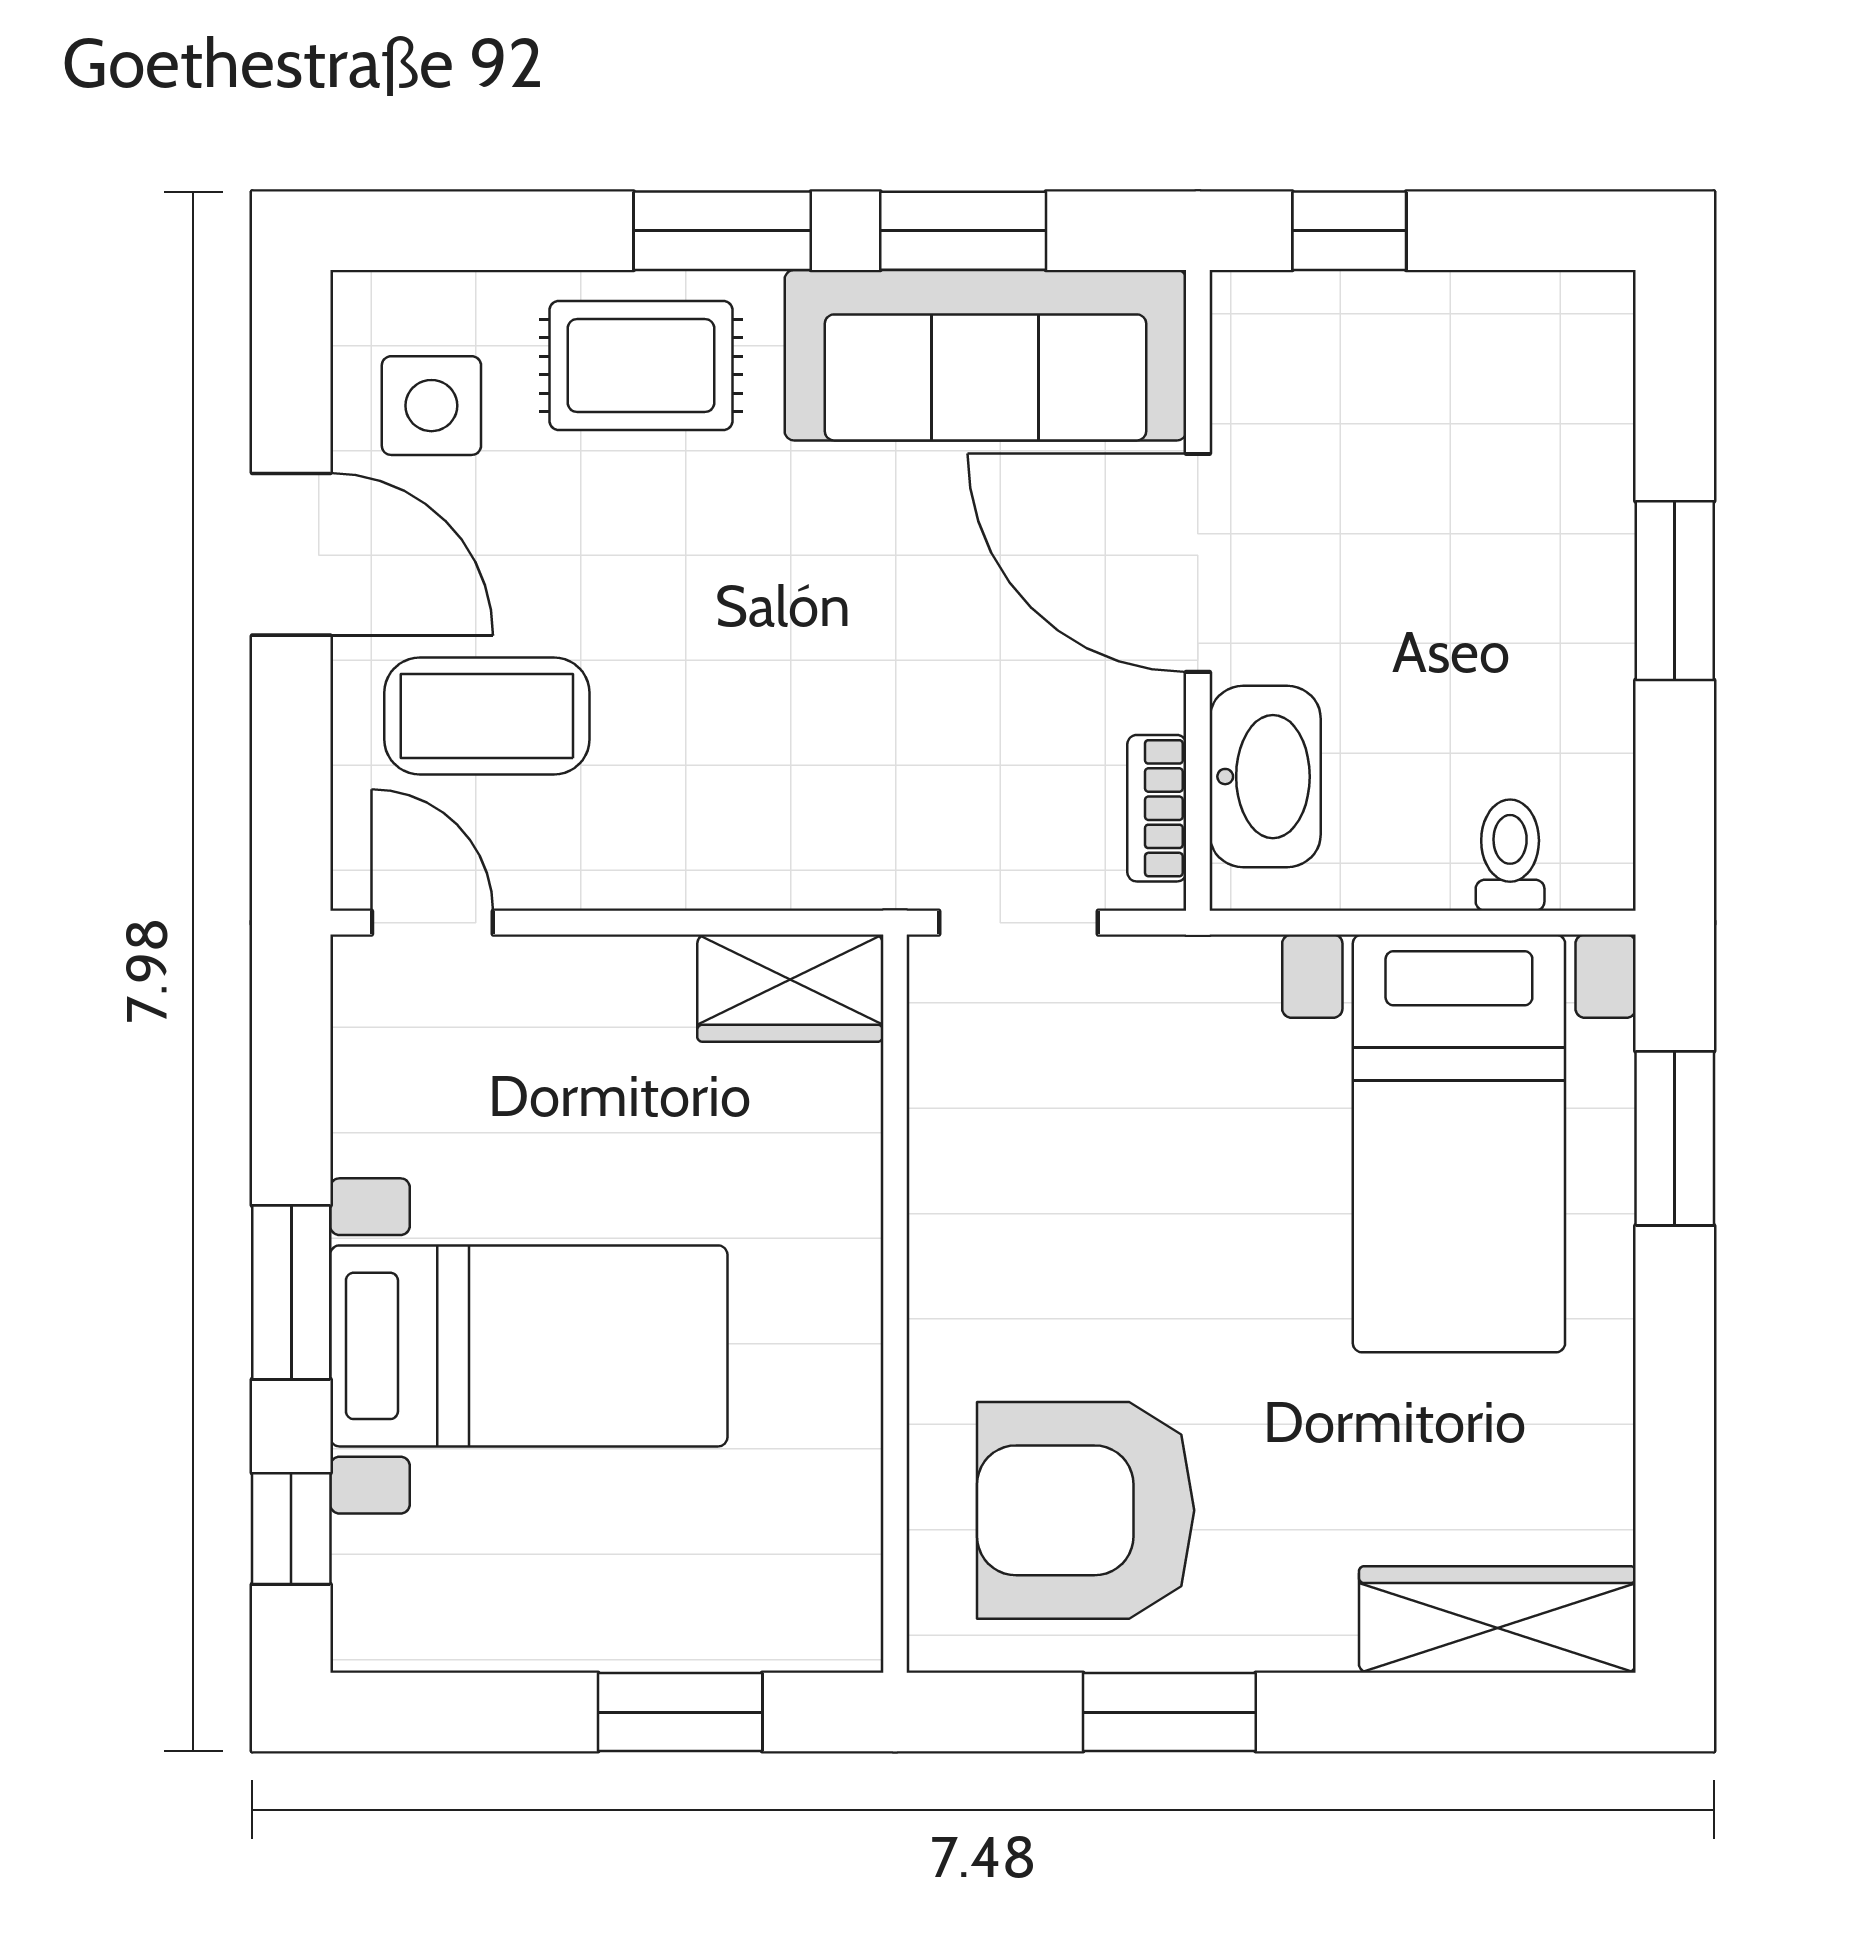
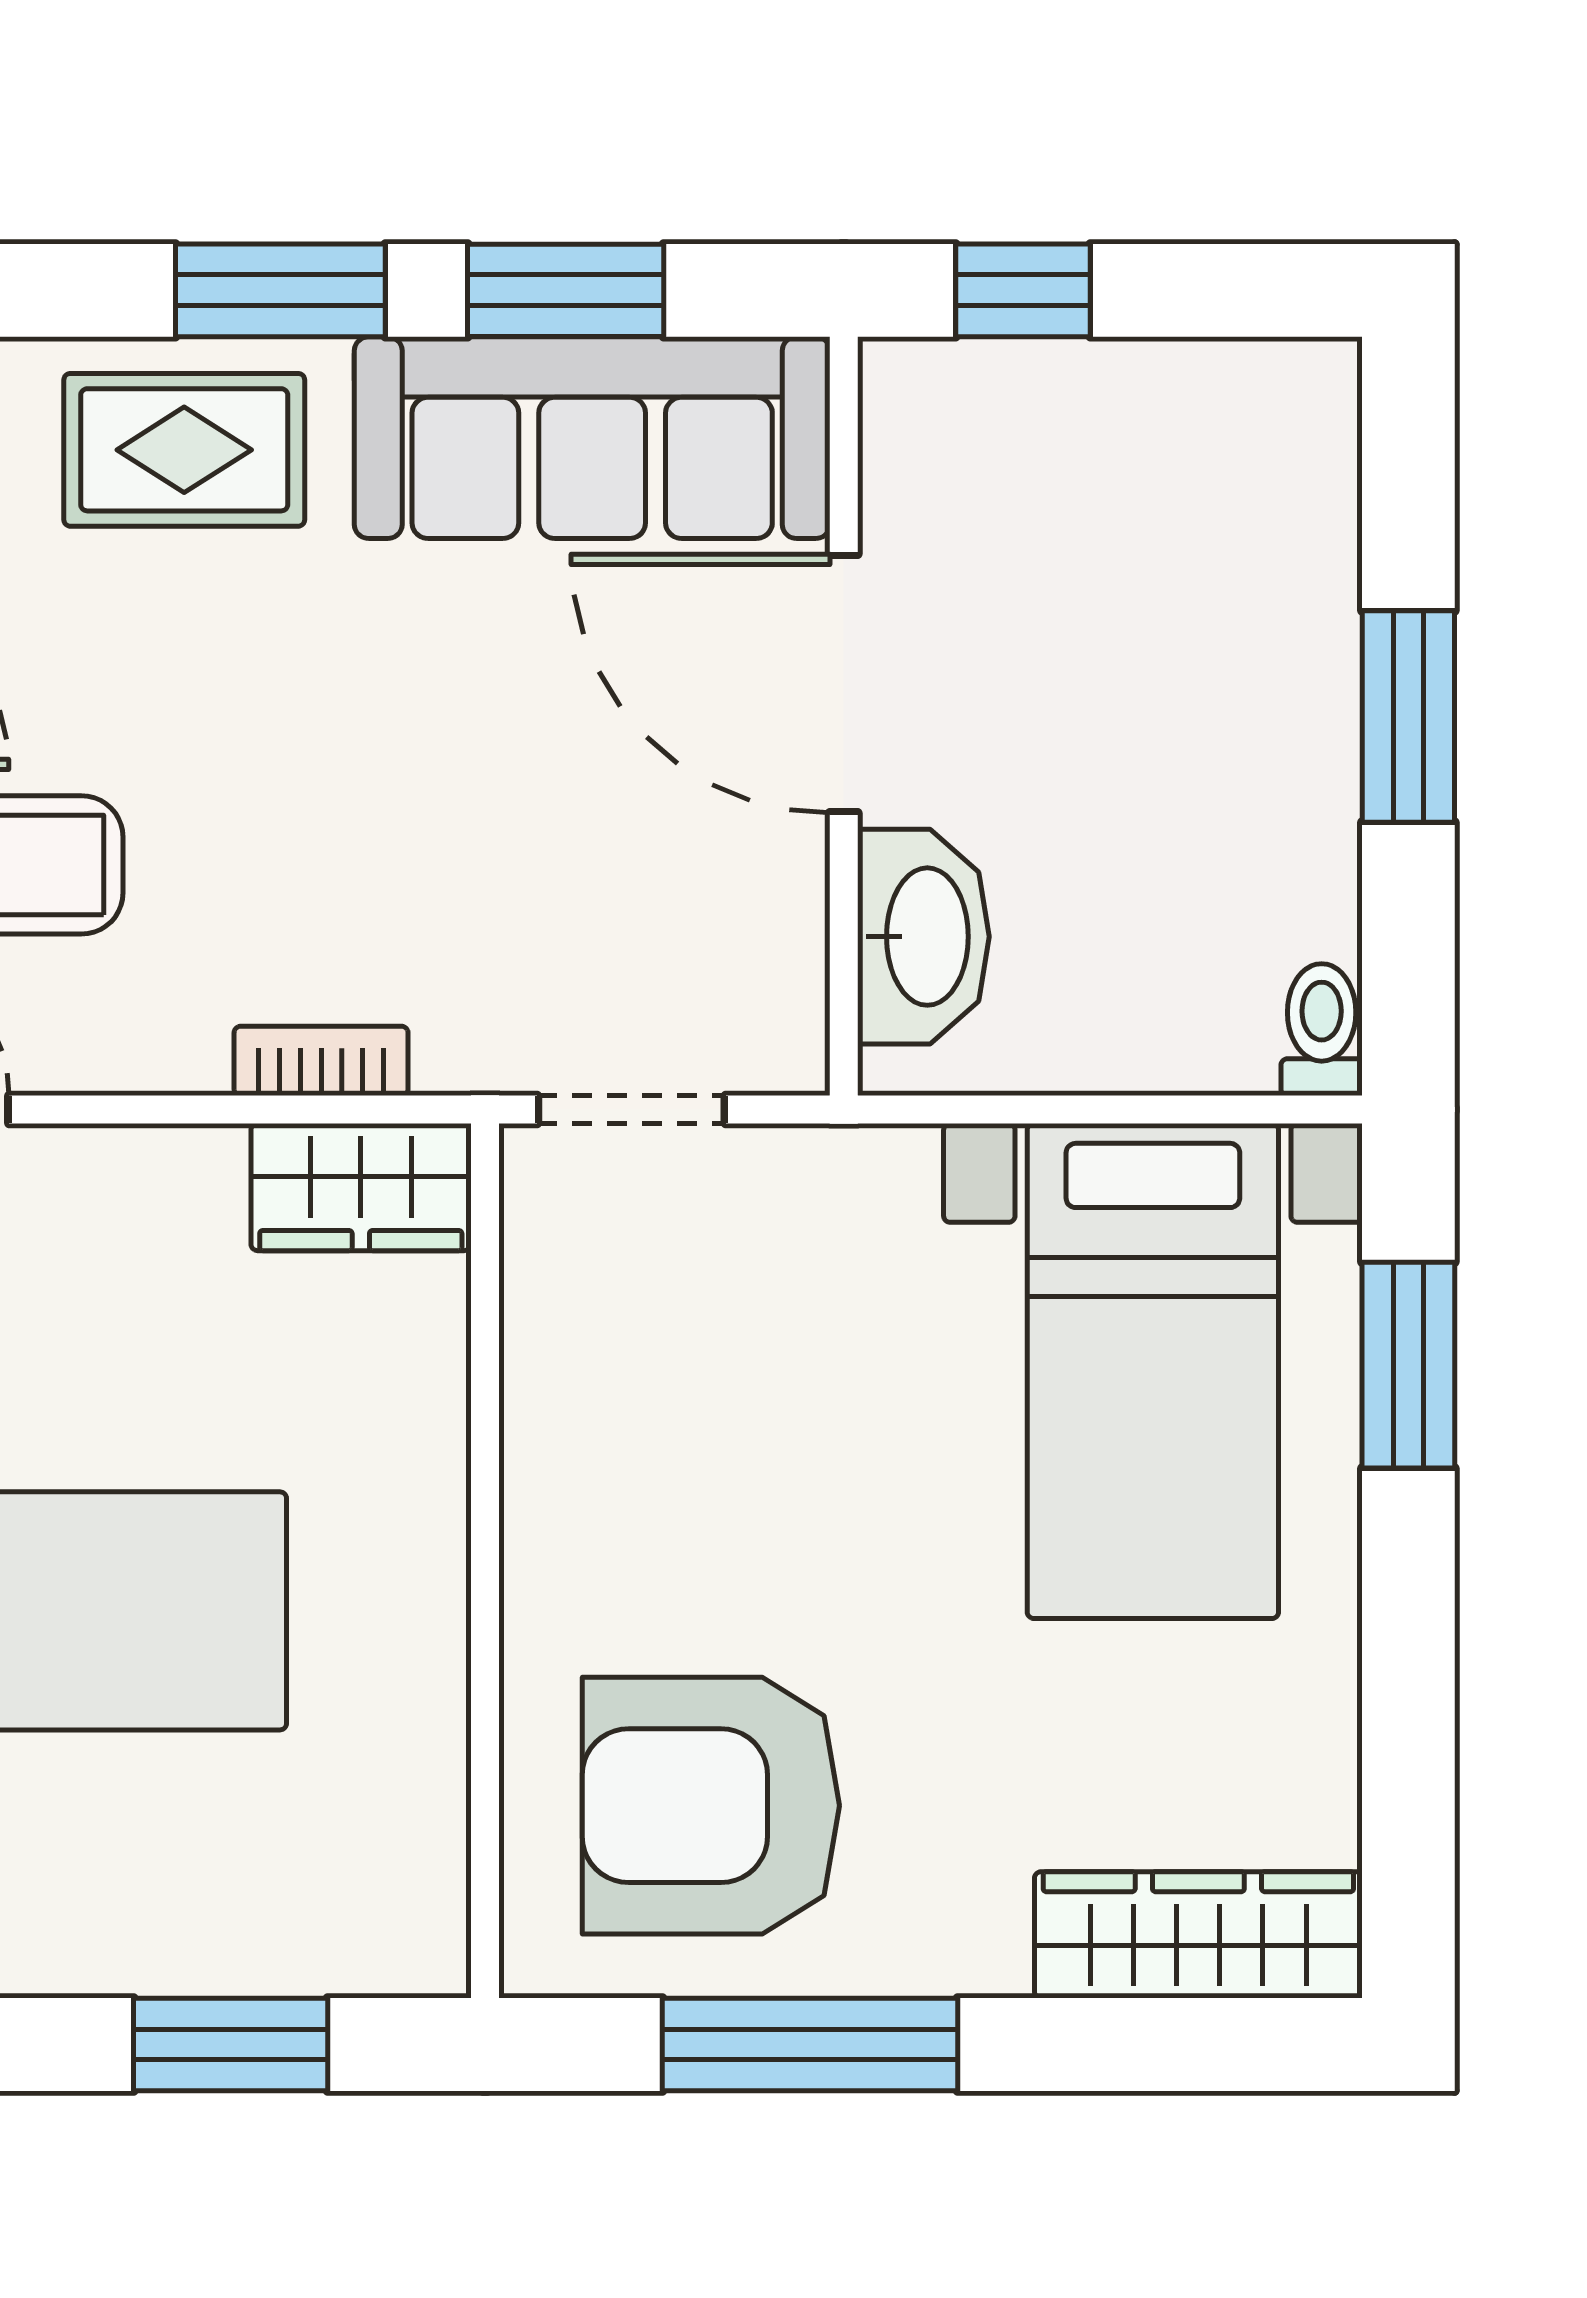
bookcase: (1157, 808) -> (321, 1061), moved, turned 90
toilet: (1510, 855) -> (1322, 1030), moved
window: (1169, 1712) -> (810, 2045), width x1.44

